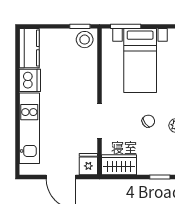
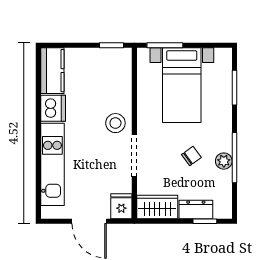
stool: (85, 40) -> (115, 123), moved
dresser: (152, 167) -> (196, 209), added

